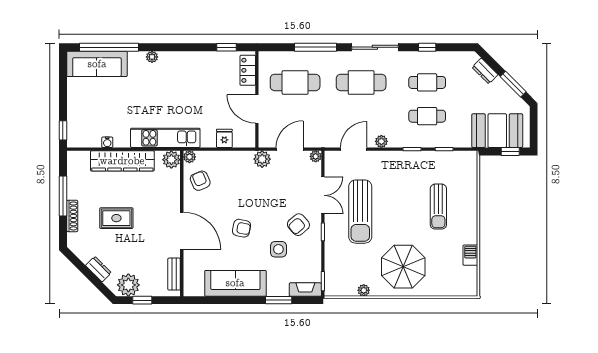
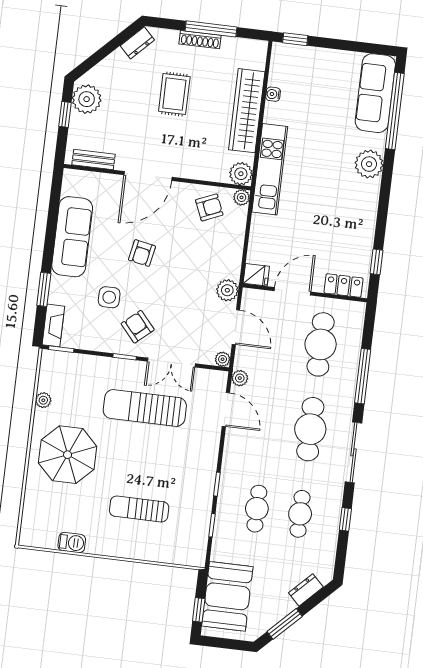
plant: (152, 57) -> (369, 164), width x1.87, depth x1.87
fridge: (224, 138) -> (256, 275), moved
plant: (381, 141) -> (240, 378), moved
shoe rack: (72, 216) -> (200, 40), moved
dresser: (98, 269) -> (137, 43), moved

